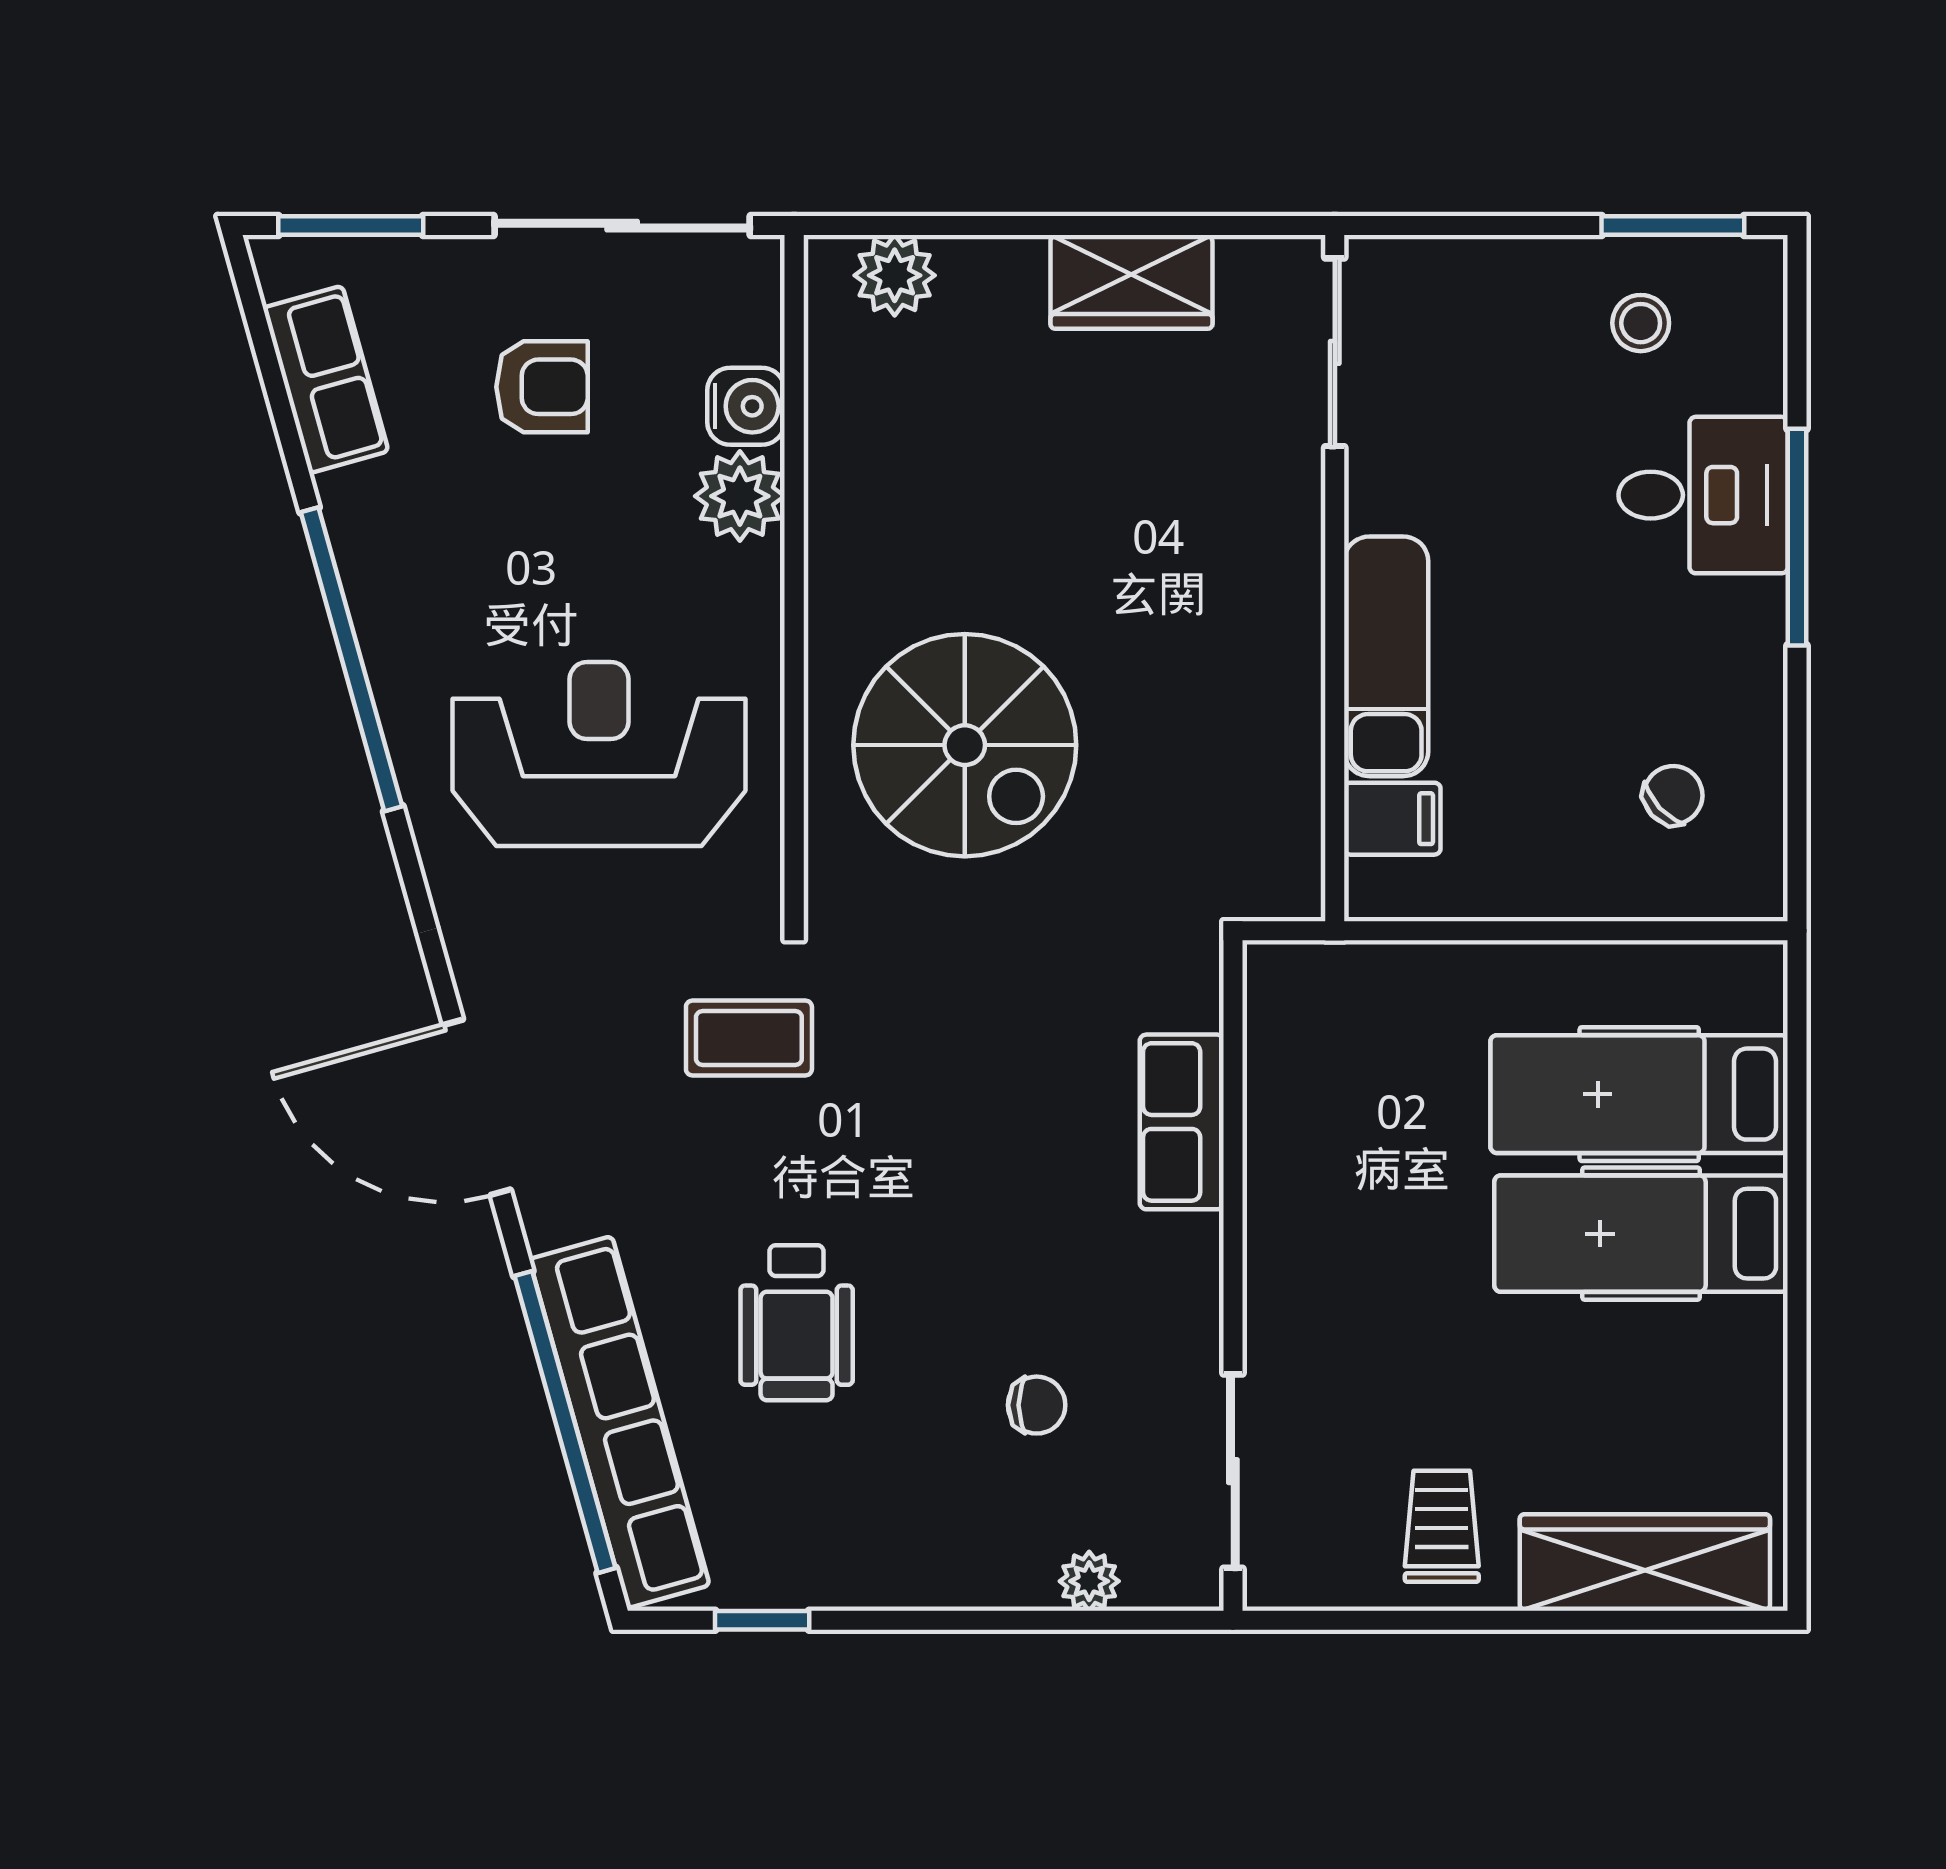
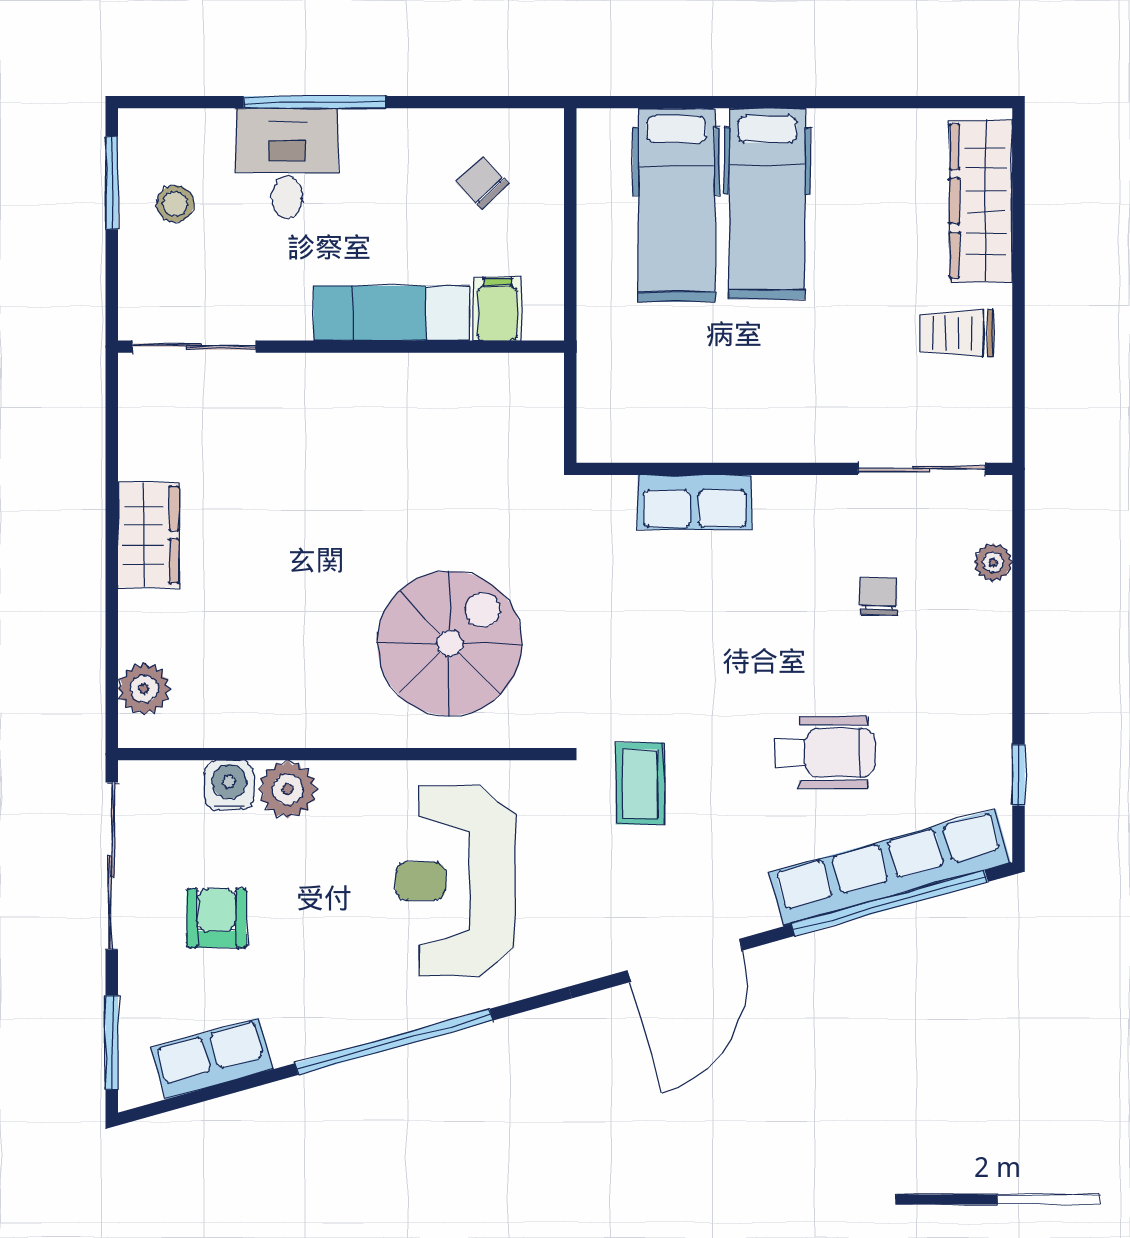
sliding door: (1335, 352) -> (194, 347), moved
wall: (1335, 578) -> (341, 347), moved
exam couch: (1386, 656) -> (392, 313), moved
filing cabinet: (1392, 819) -> (497, 309), moved

